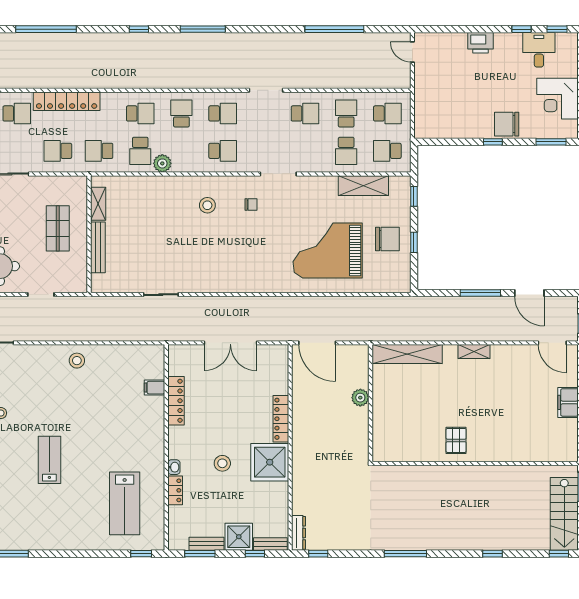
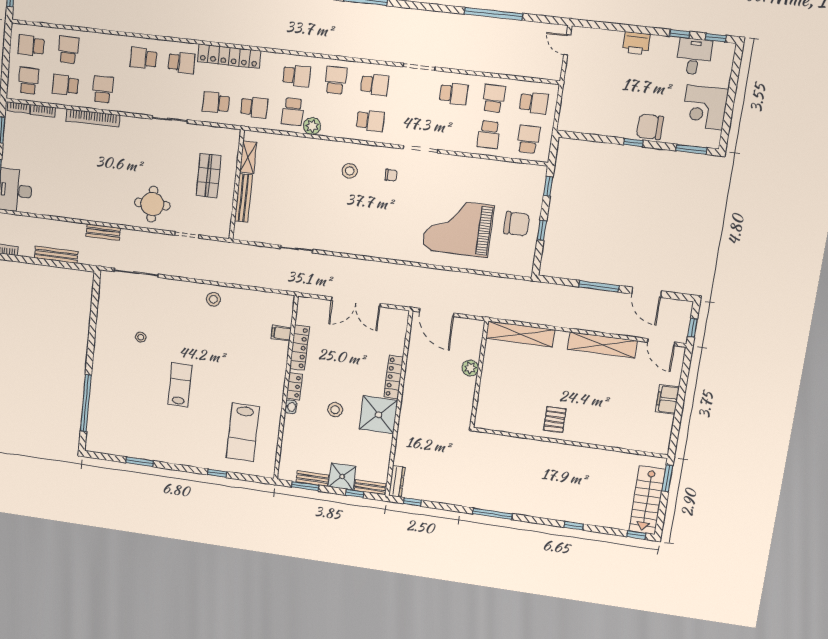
school desk: (99, 151) -> (254, 107), turned 180
school desk: (387, 151) -> (529, 139), turned 90
shelving: (363, 186) -> (501, 170), removed
shelving: (474, 352) -> (602, 345), width x2.20, depth x1.33
locker: (175, 490) -> (294, 386), moved
window: (141, 554) -> (217, 473), moved

